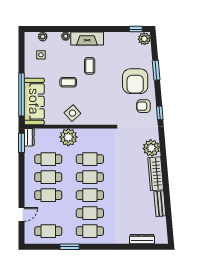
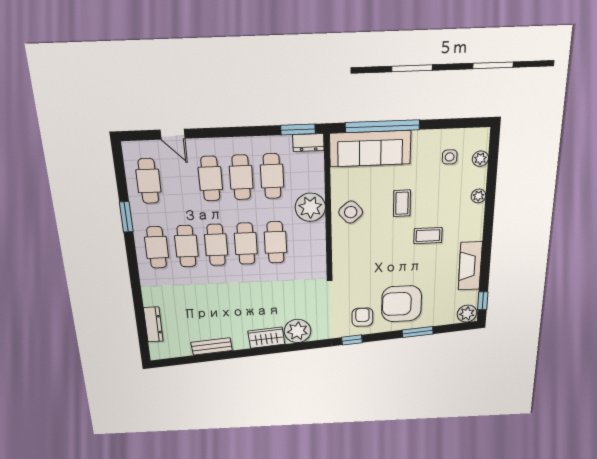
fireplace: (87, 39) -> (470, 266), moved
wardrobe: (156, 174) -> (266, 338), width x0.67

